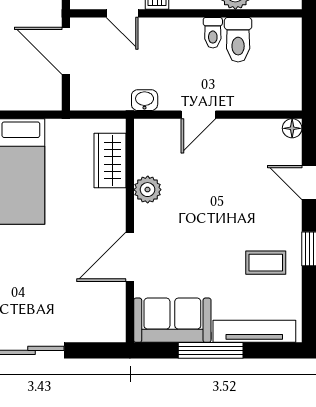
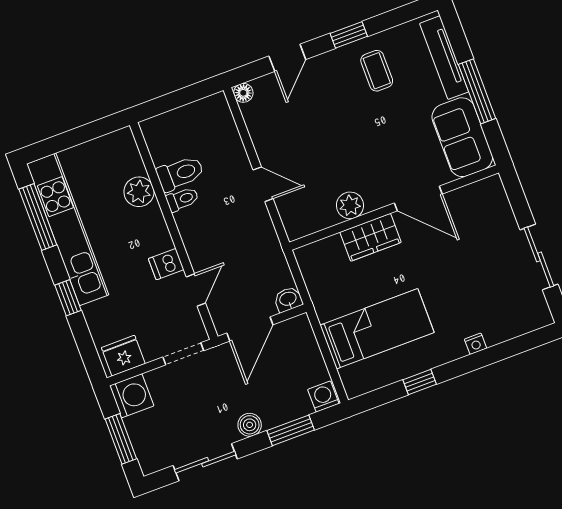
washbasin: (145, 100) -> (288, 299), moved, turned 90
wardrobe: (110, 161) -> (371, 237), moved

